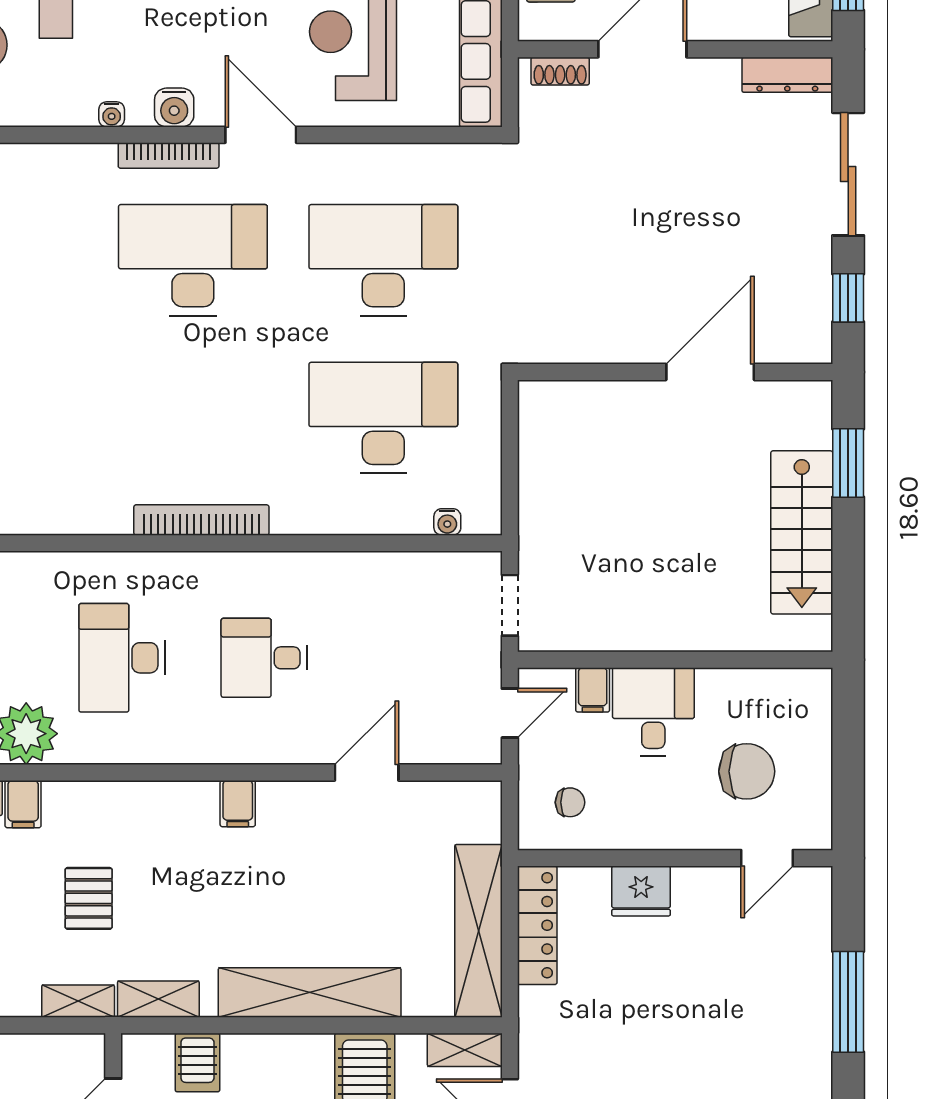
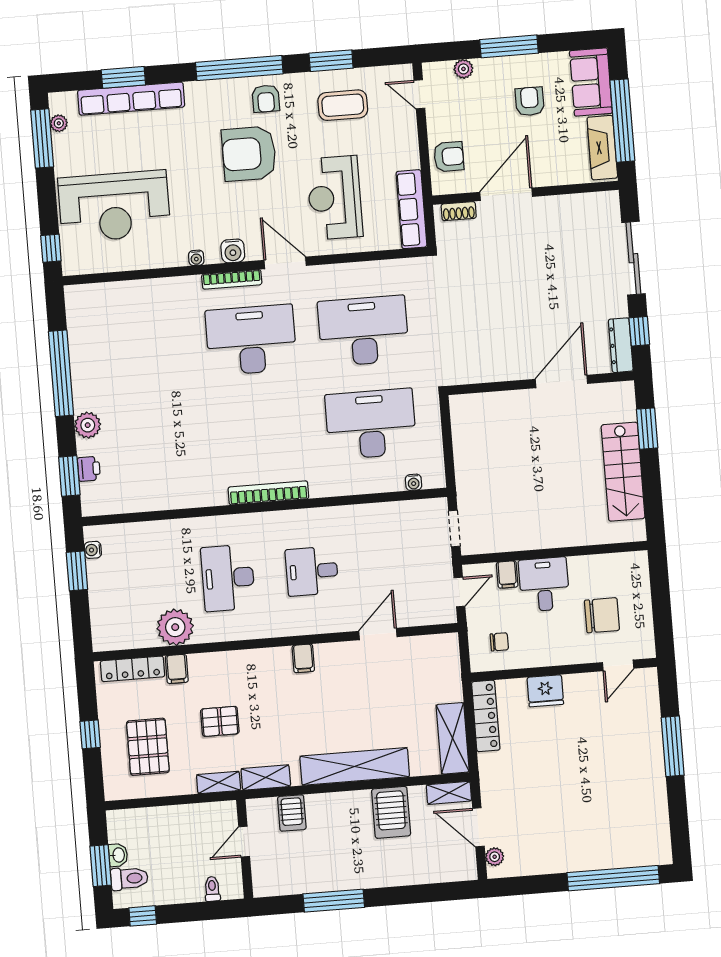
dresser: (787, 75) -> (621, 345), moved, turned 90
pallet: (89, 898) -> (220, 721), turned 90
shelving: (478, 931) -> (453, 738), width x0.68

